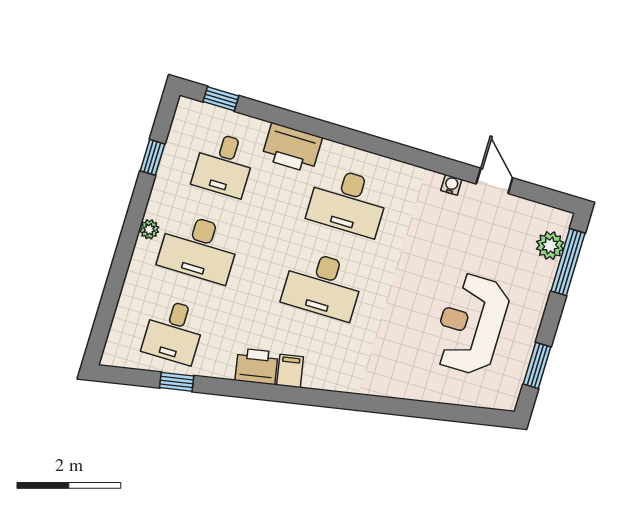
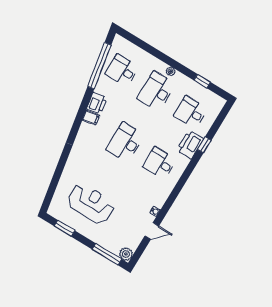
window: (221, 99) -> (204, 145), moved
desk: (348, 202) -> (160, 163), width x0.73
plant: (550, 246) -> (126, 254), moved
window: (177, 382) -> (99, 66), width x3.17

